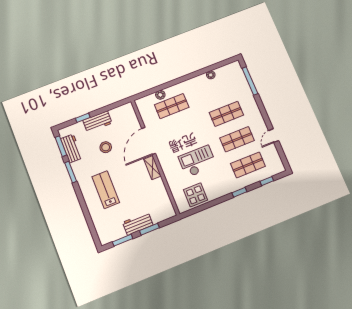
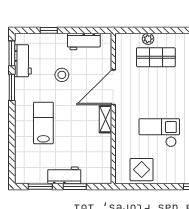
workbench: (97, 122) -> (84, 42), moved

